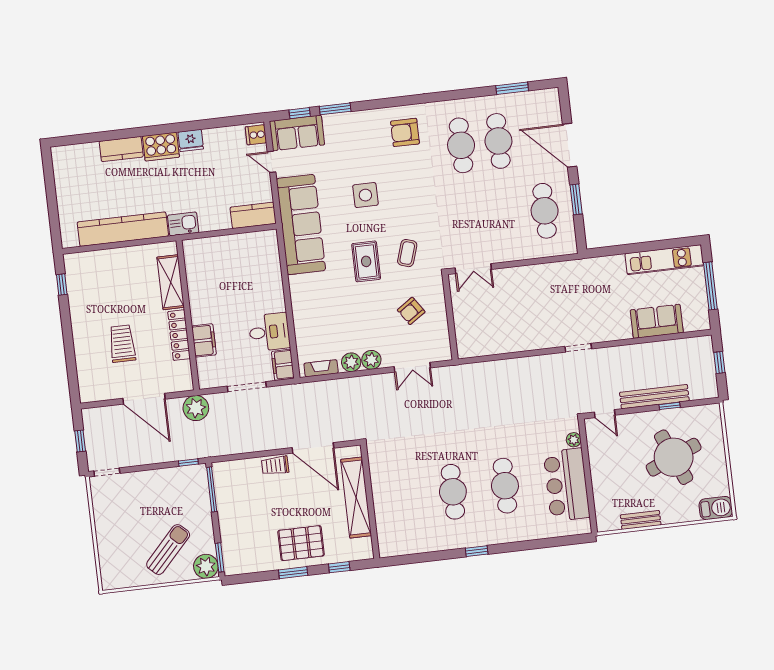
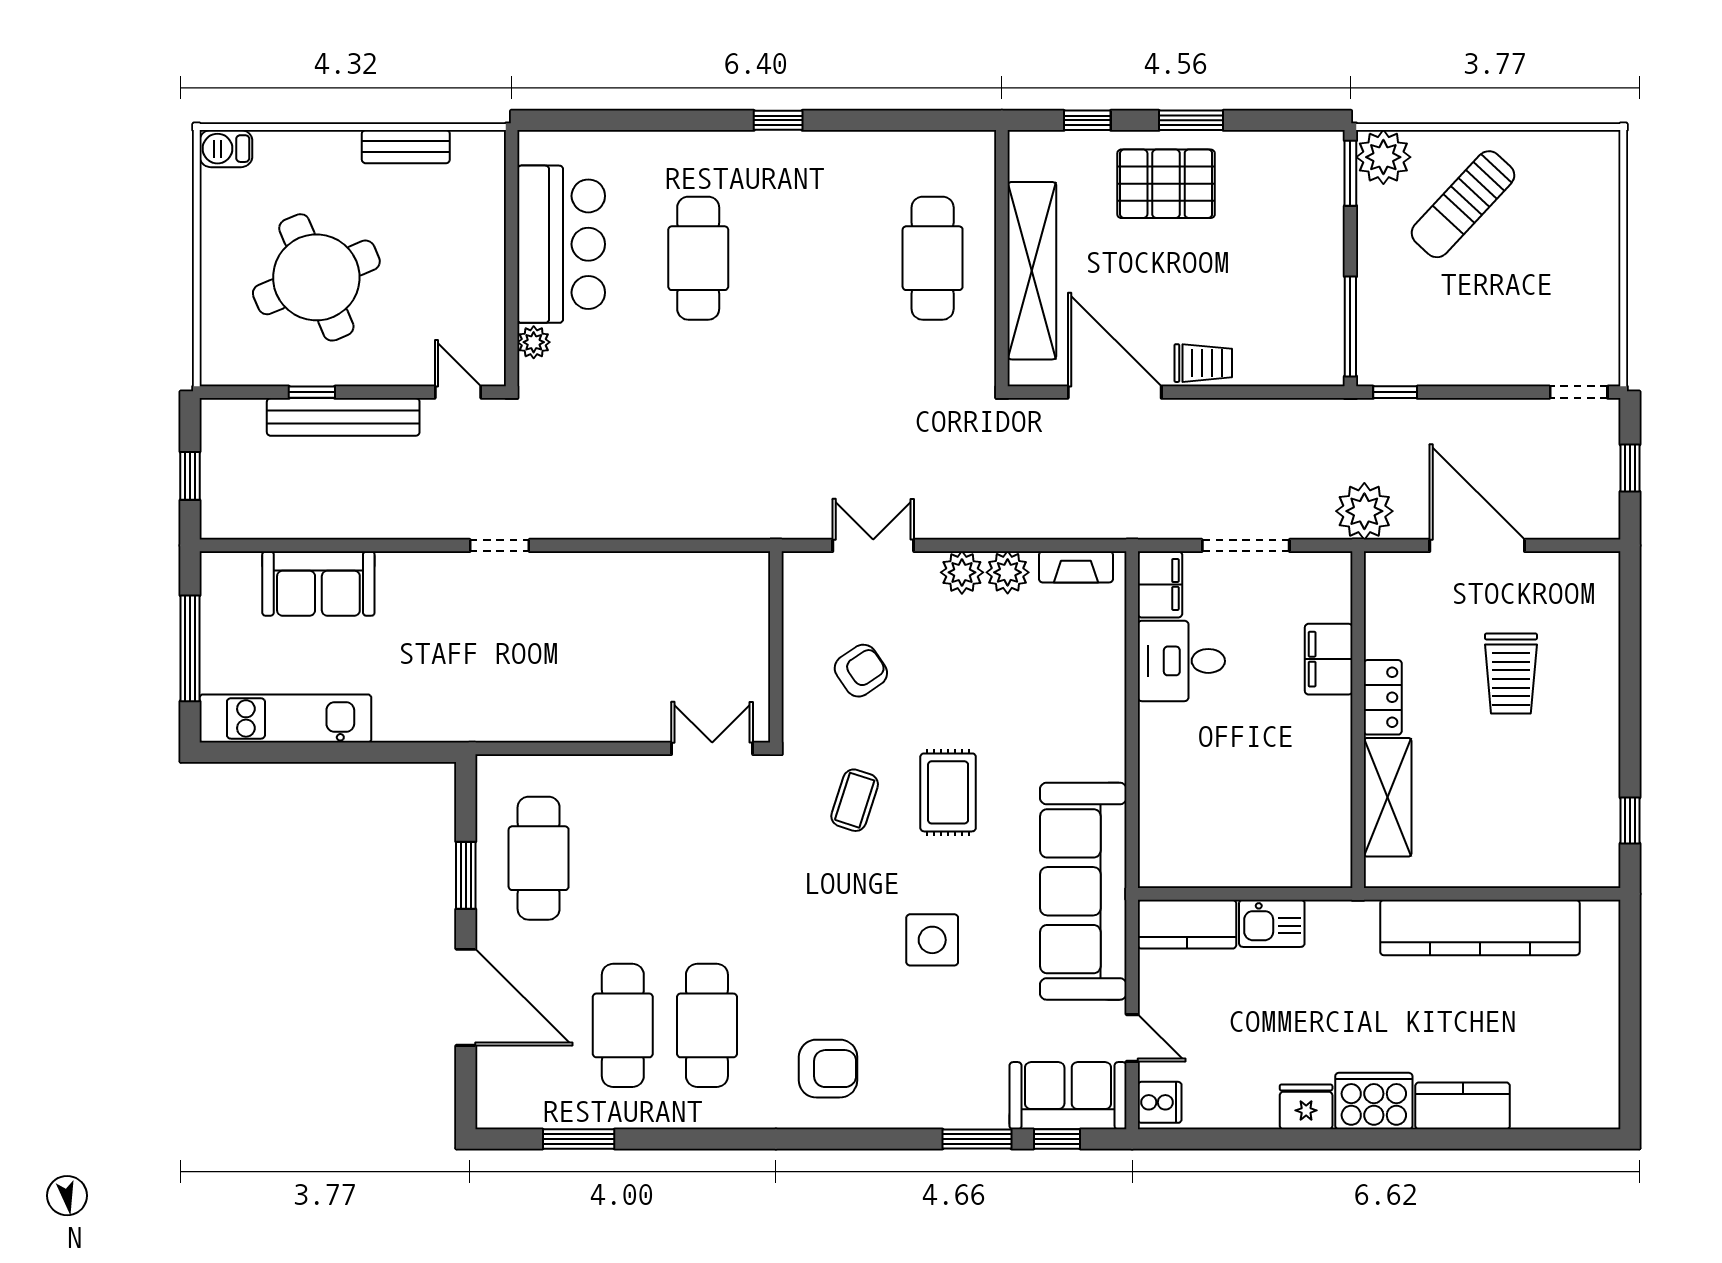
kitchen sink: (183, 224) -> (1272, 923), moved
locker: (179, 335) -> (1383, 697), width x0.66
cafe table: (453, 492) -> (933, 258), moved
barbecue: (716, 508) -> (226, 149), width x0.73, depth x0.79

